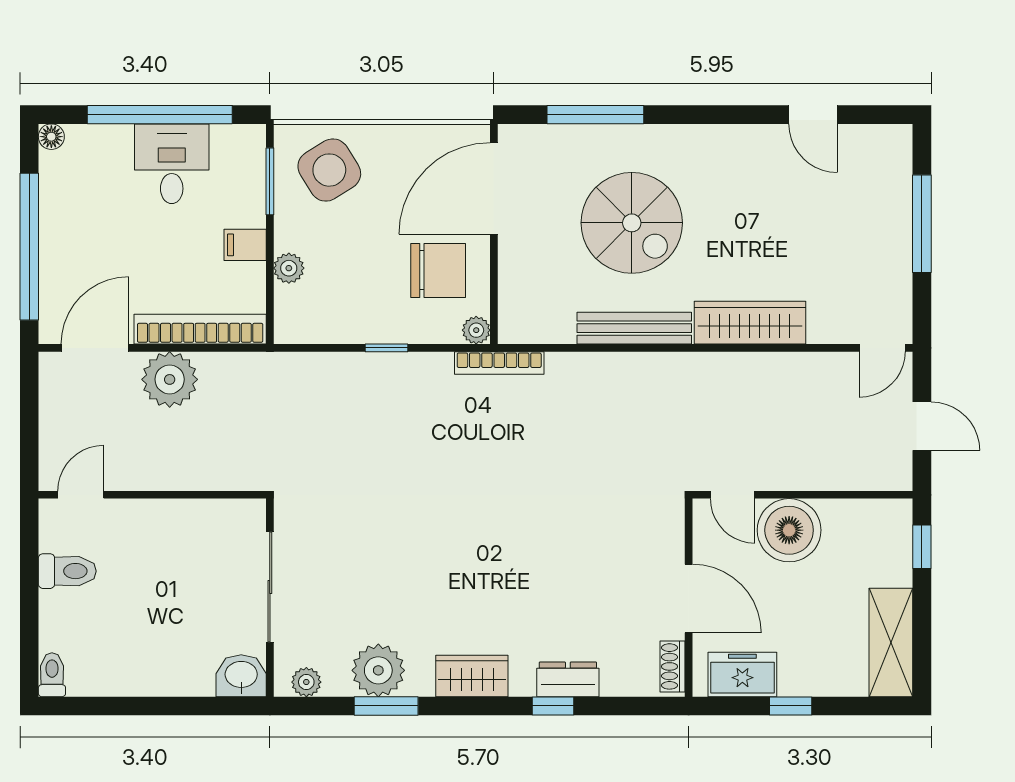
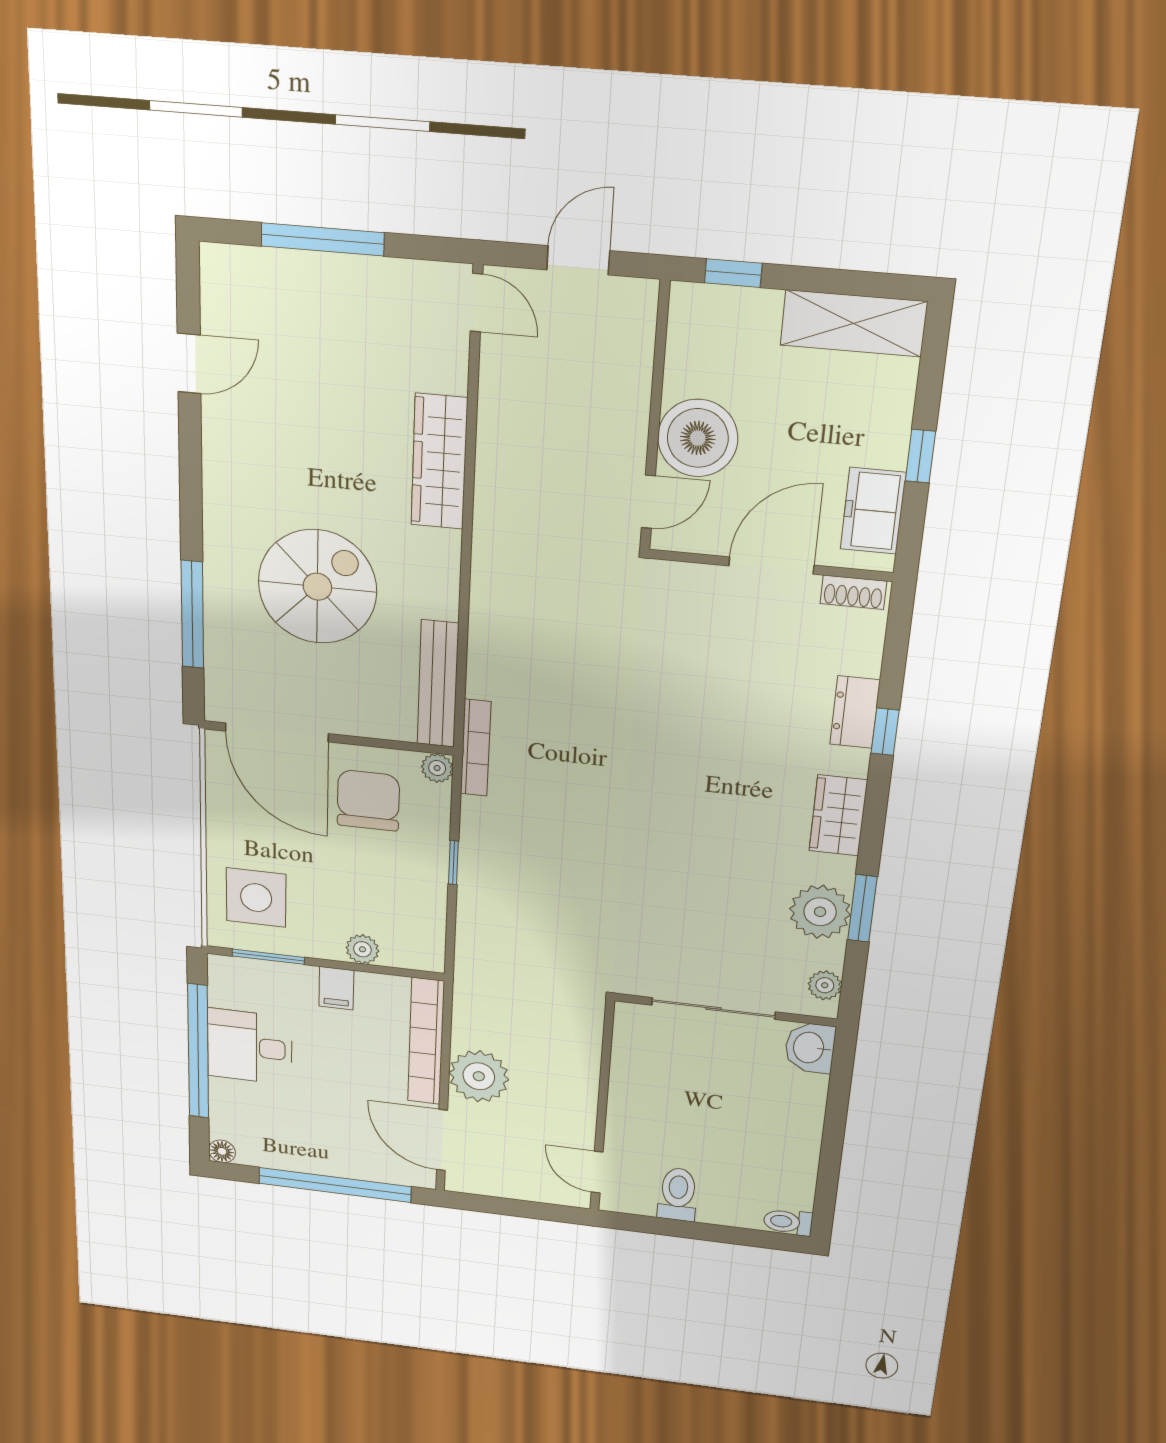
side table: (329, 170) -> (256, 898), turned 32
bench: (634, 328) -> (438, 684), moved

